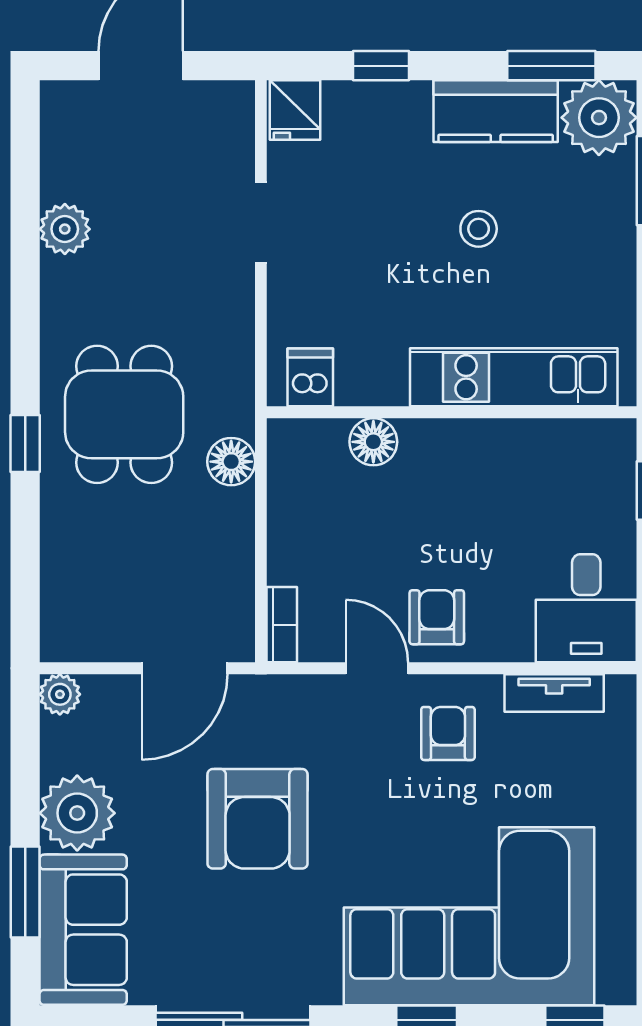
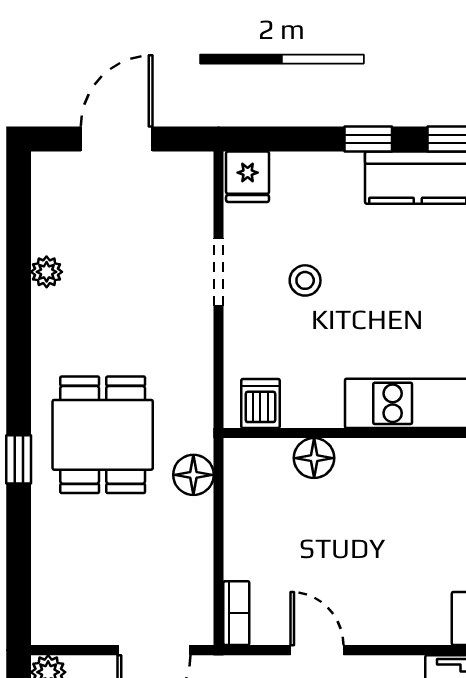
window: (381, 66) -> (368, 139), moved
plant: (65, 229) -> (47, 272), width x0.73, depth x0.73
stool: (479, 229) -> (305, 280), moved
armchair: (437, 617) -> (368, 607), removed

